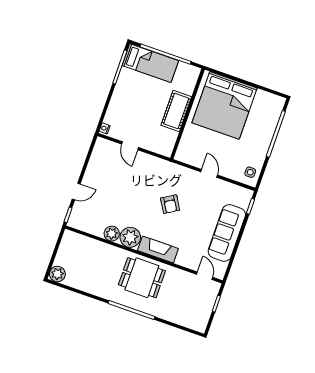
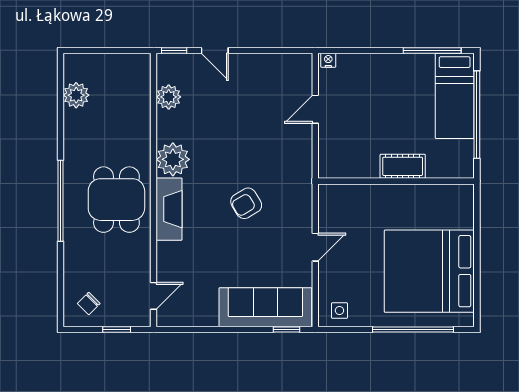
bed: (225, 105) -> (429, 271), moved
cot: (176, 111) -> (403, 166), width x0.73, depth x0.75
sofa: (227, 233) -> (265, 307), moved
plant: (112, 234) -> (169, 97), moved
plant: (57, 274) -> (76, 95), moved
chair: (196, 314) -> (89, 303), added

